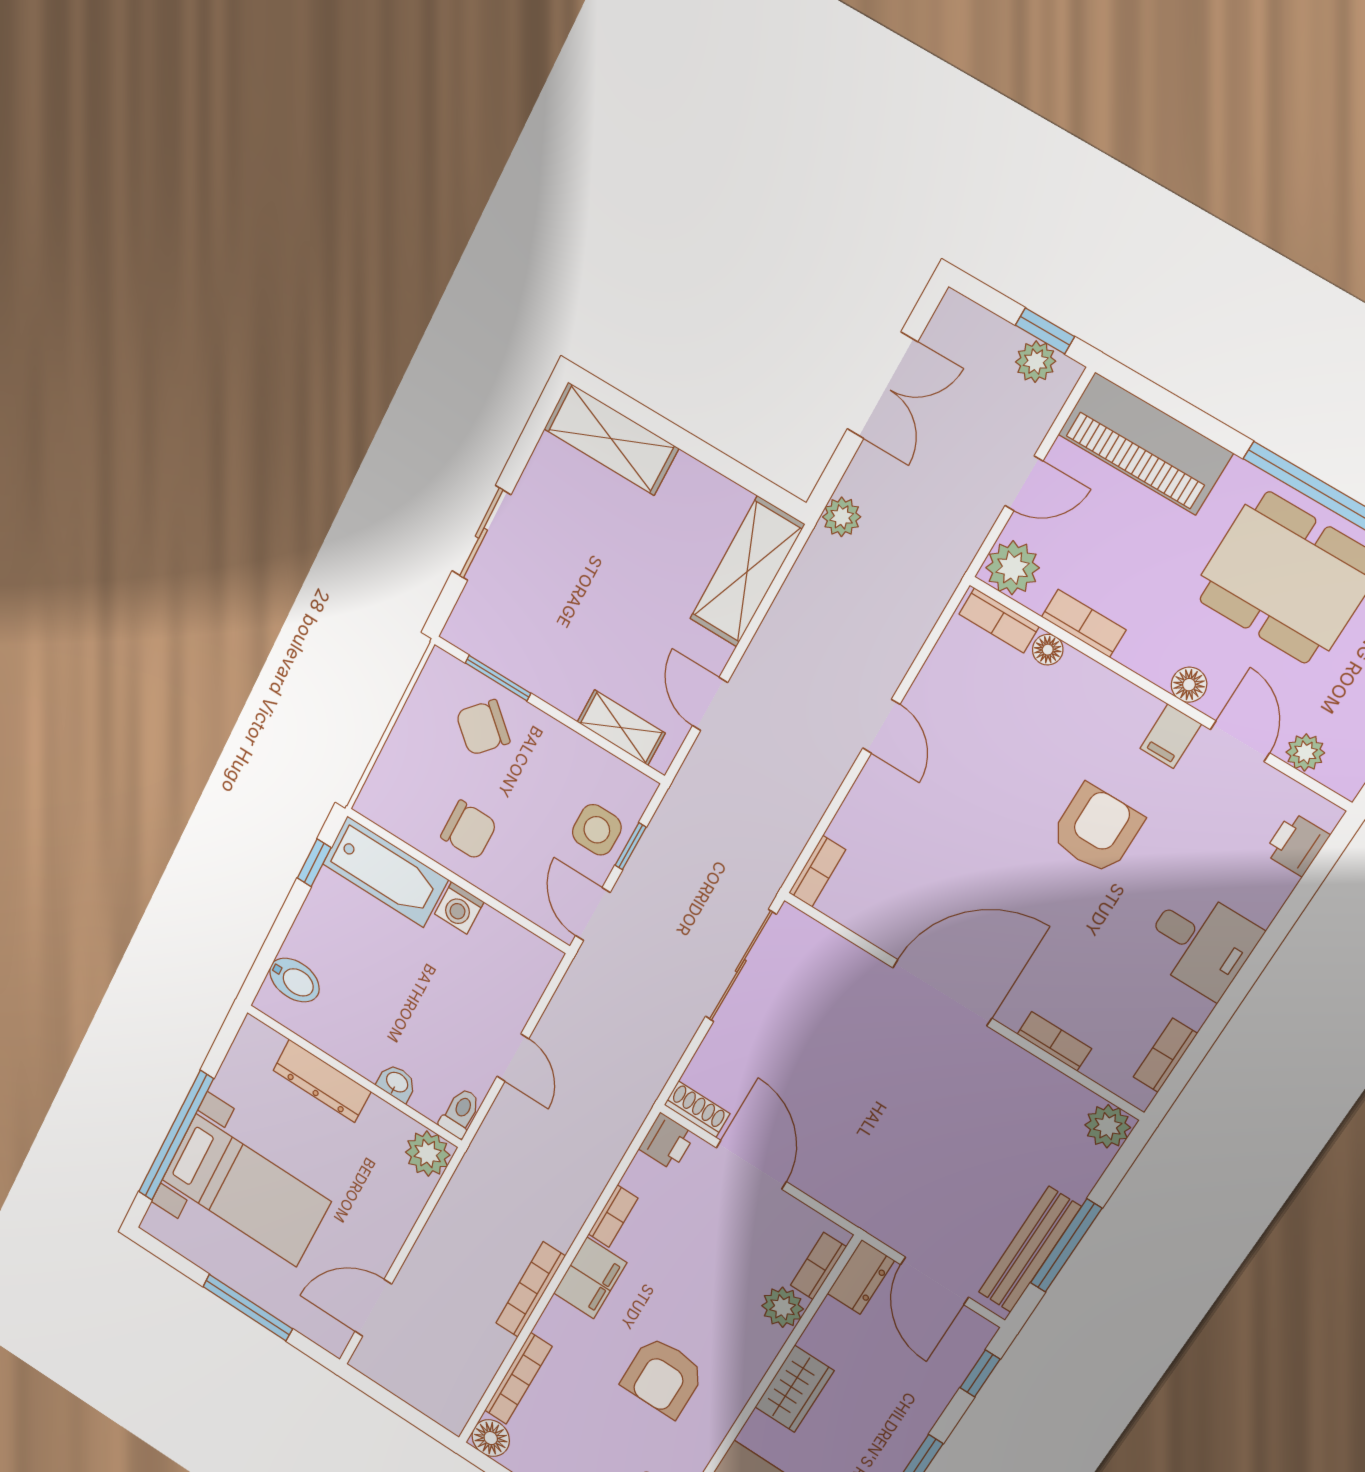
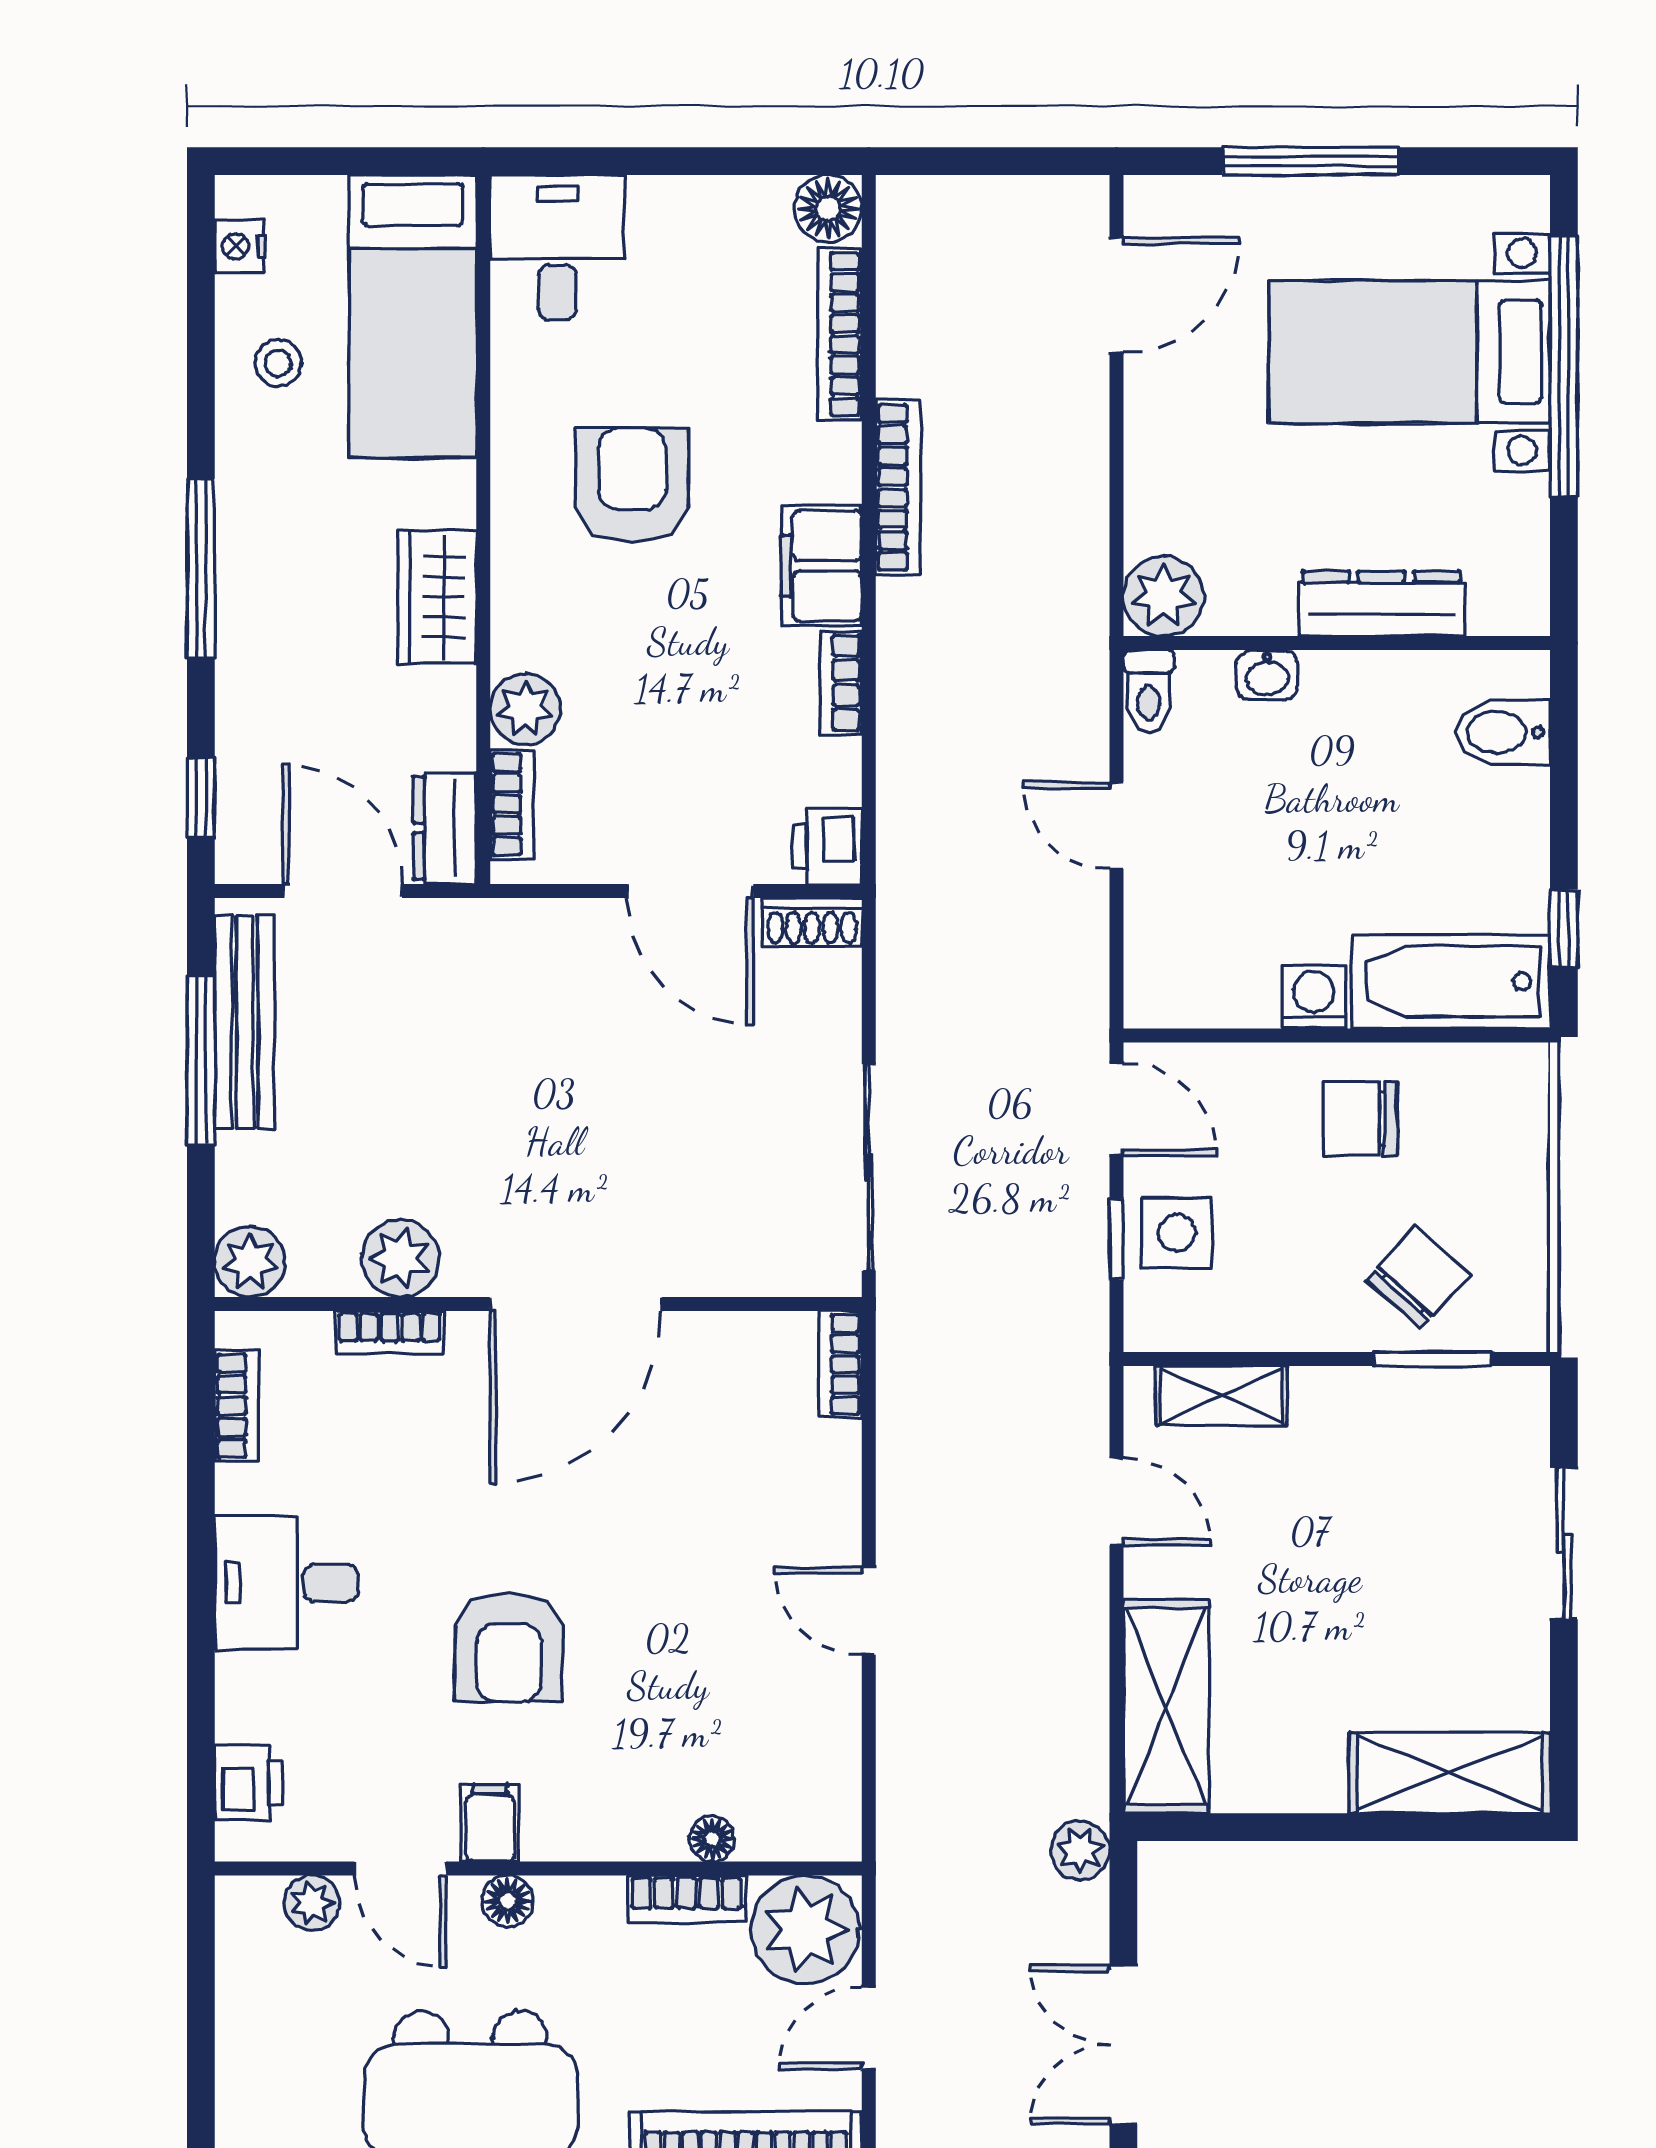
plant: (1013, 568) -> (805, 1930), width x1.36, depth x1.36
bookcase: (999, 620) -> (797, 1839), removed
plant: (1023, 1076) -> (401, 1258), added

